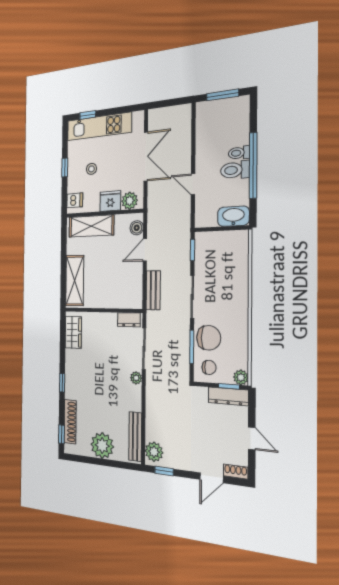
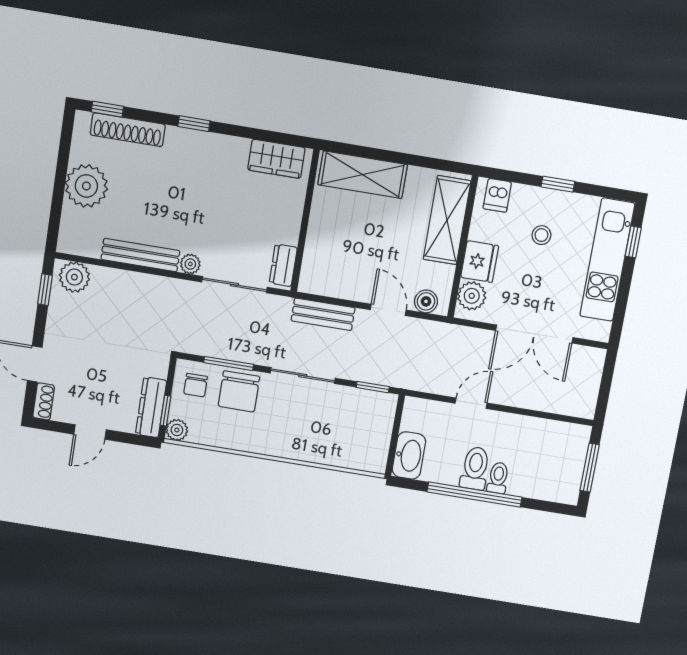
bench: (135, 437) -> (140, 255), moved

